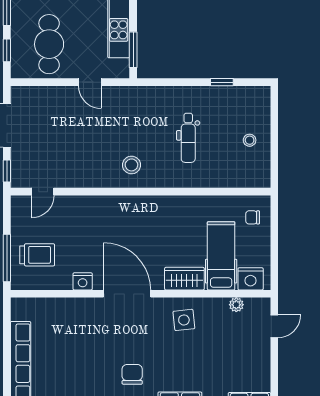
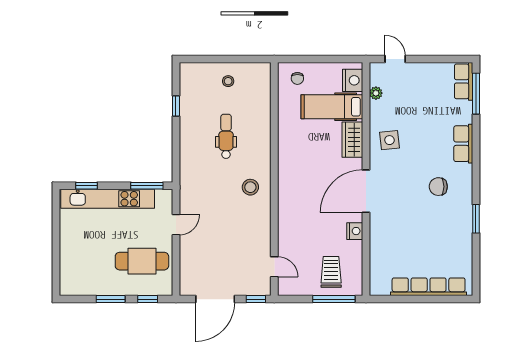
dental chair: (188, 138) -> (226, 136), turned -90

